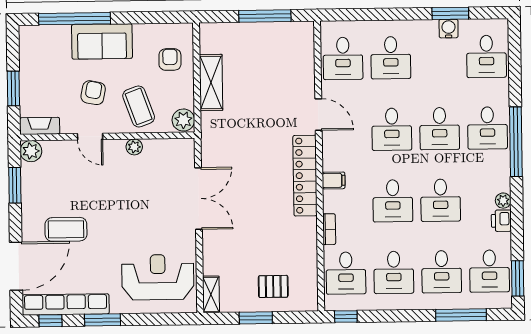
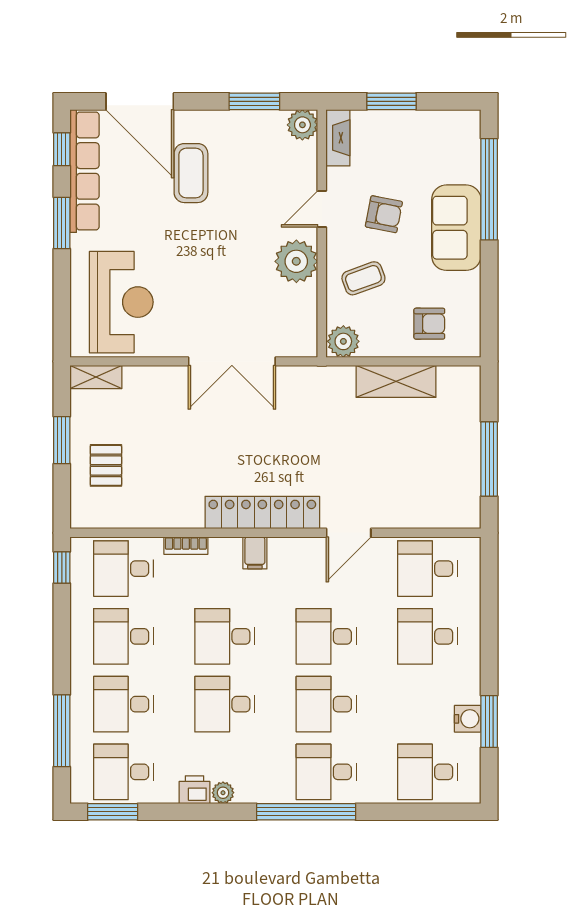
coffee table: (139, 106) -> (363, 278), width x0.73, depth x0.77
plant: (134, 147) -> (296, 261), width x1.87, depth x1.87

